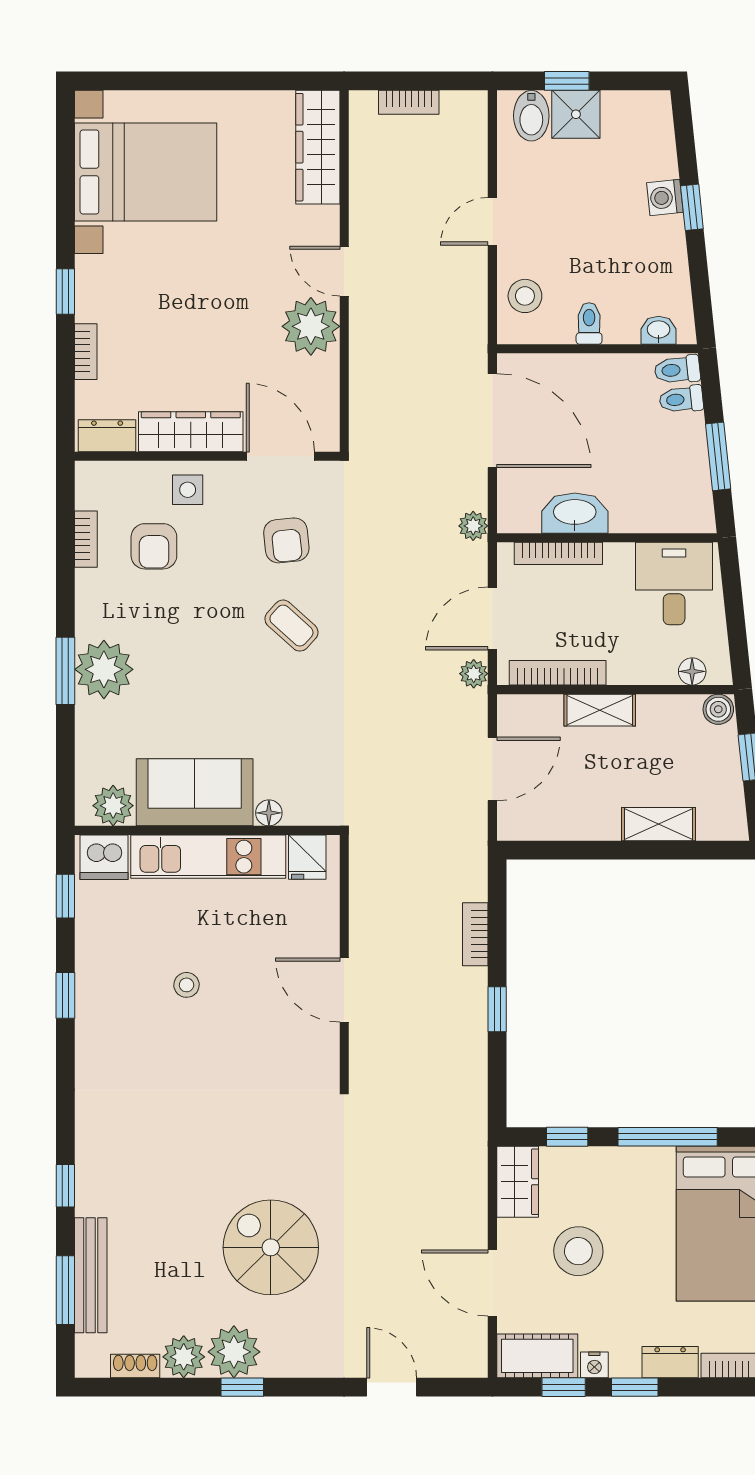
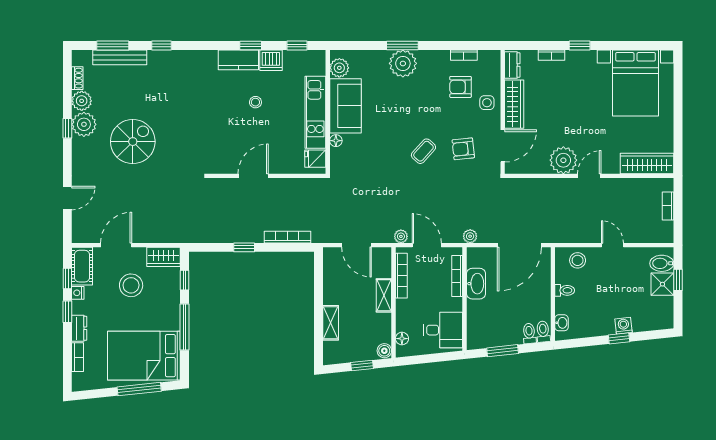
dishwasher: (104, 857) -> (271, 60), moved, turned -90
bookcase: (475, 934) -> (287, 237), width x1.56
kitchen counter: (96, 1021) -> (238, 60), added

